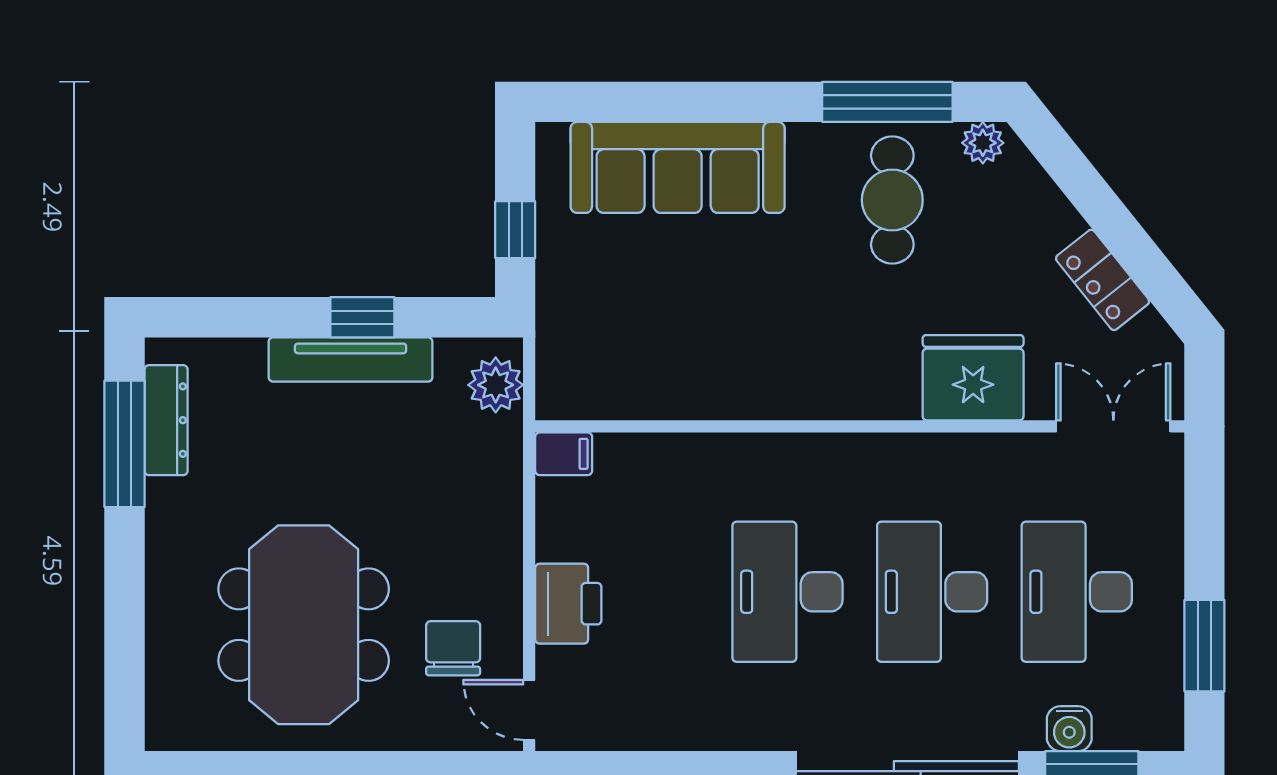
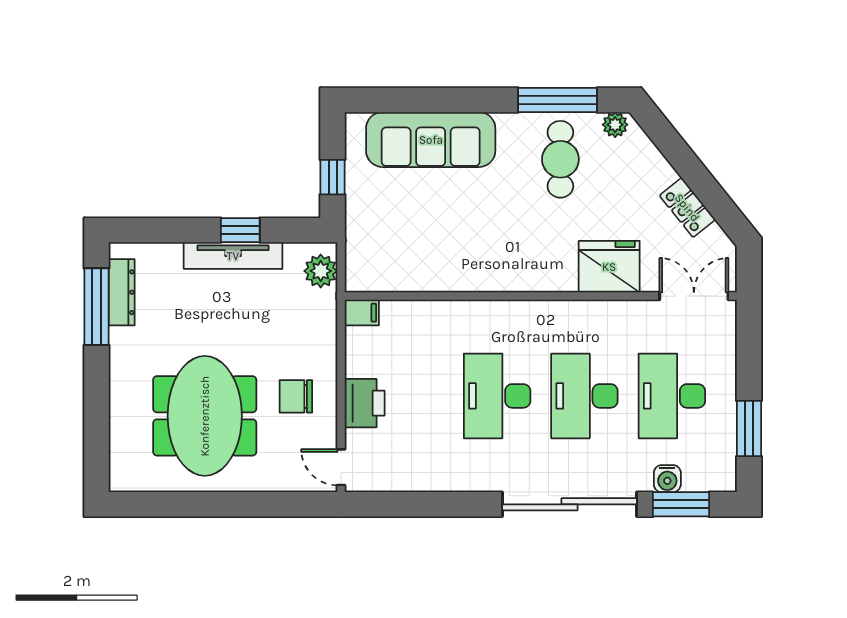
chair: (453, 648) -> (296, 396), moved, turned -90

